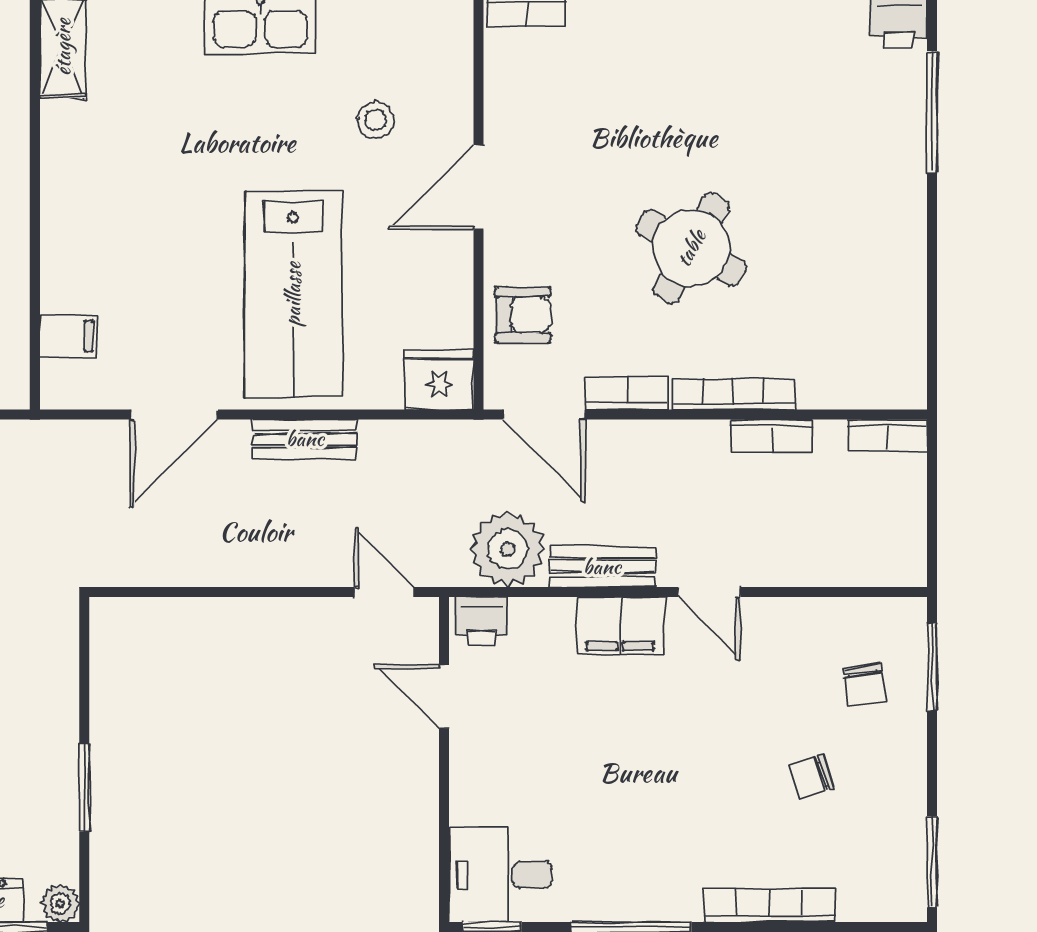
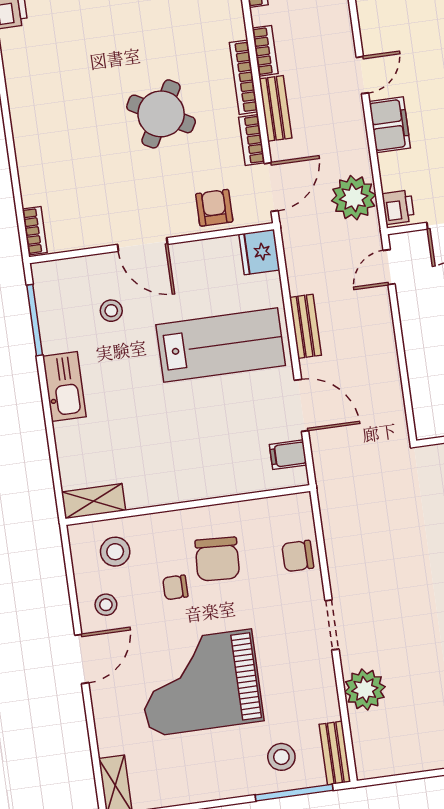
filing cabinet: (69, 336) -> (288, 455), moved, turned -90
bench: (602, 567) -> (275, 108), moved

